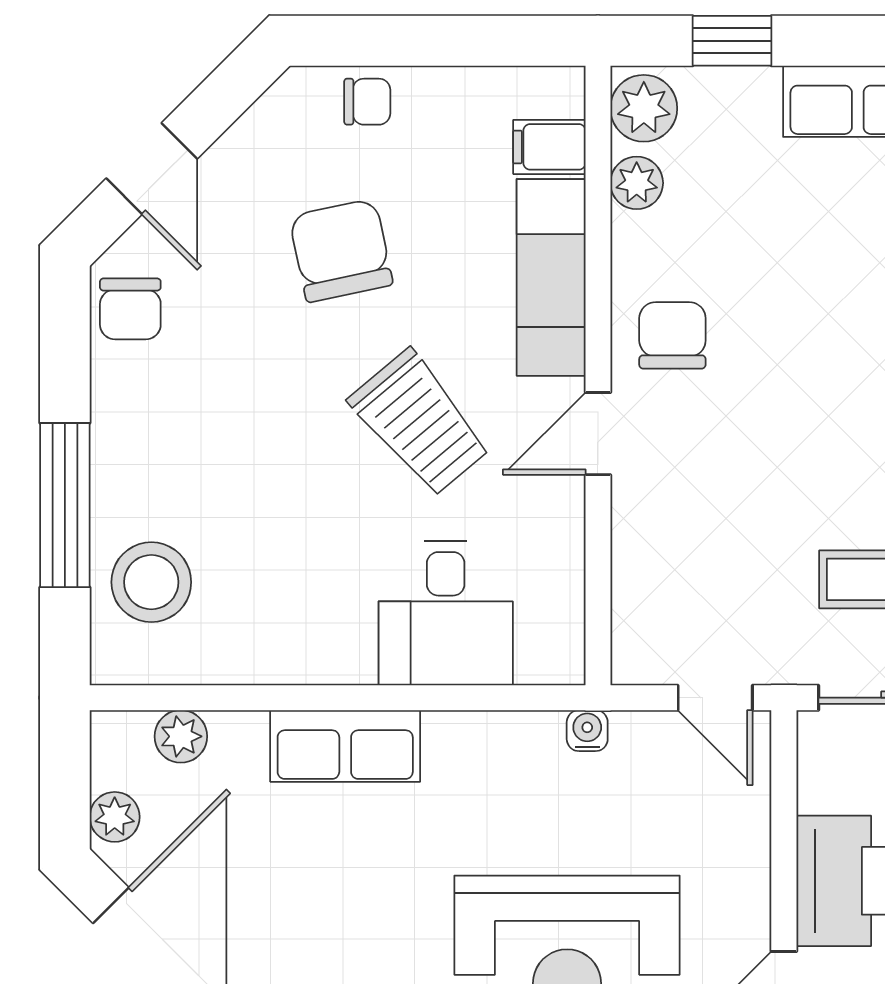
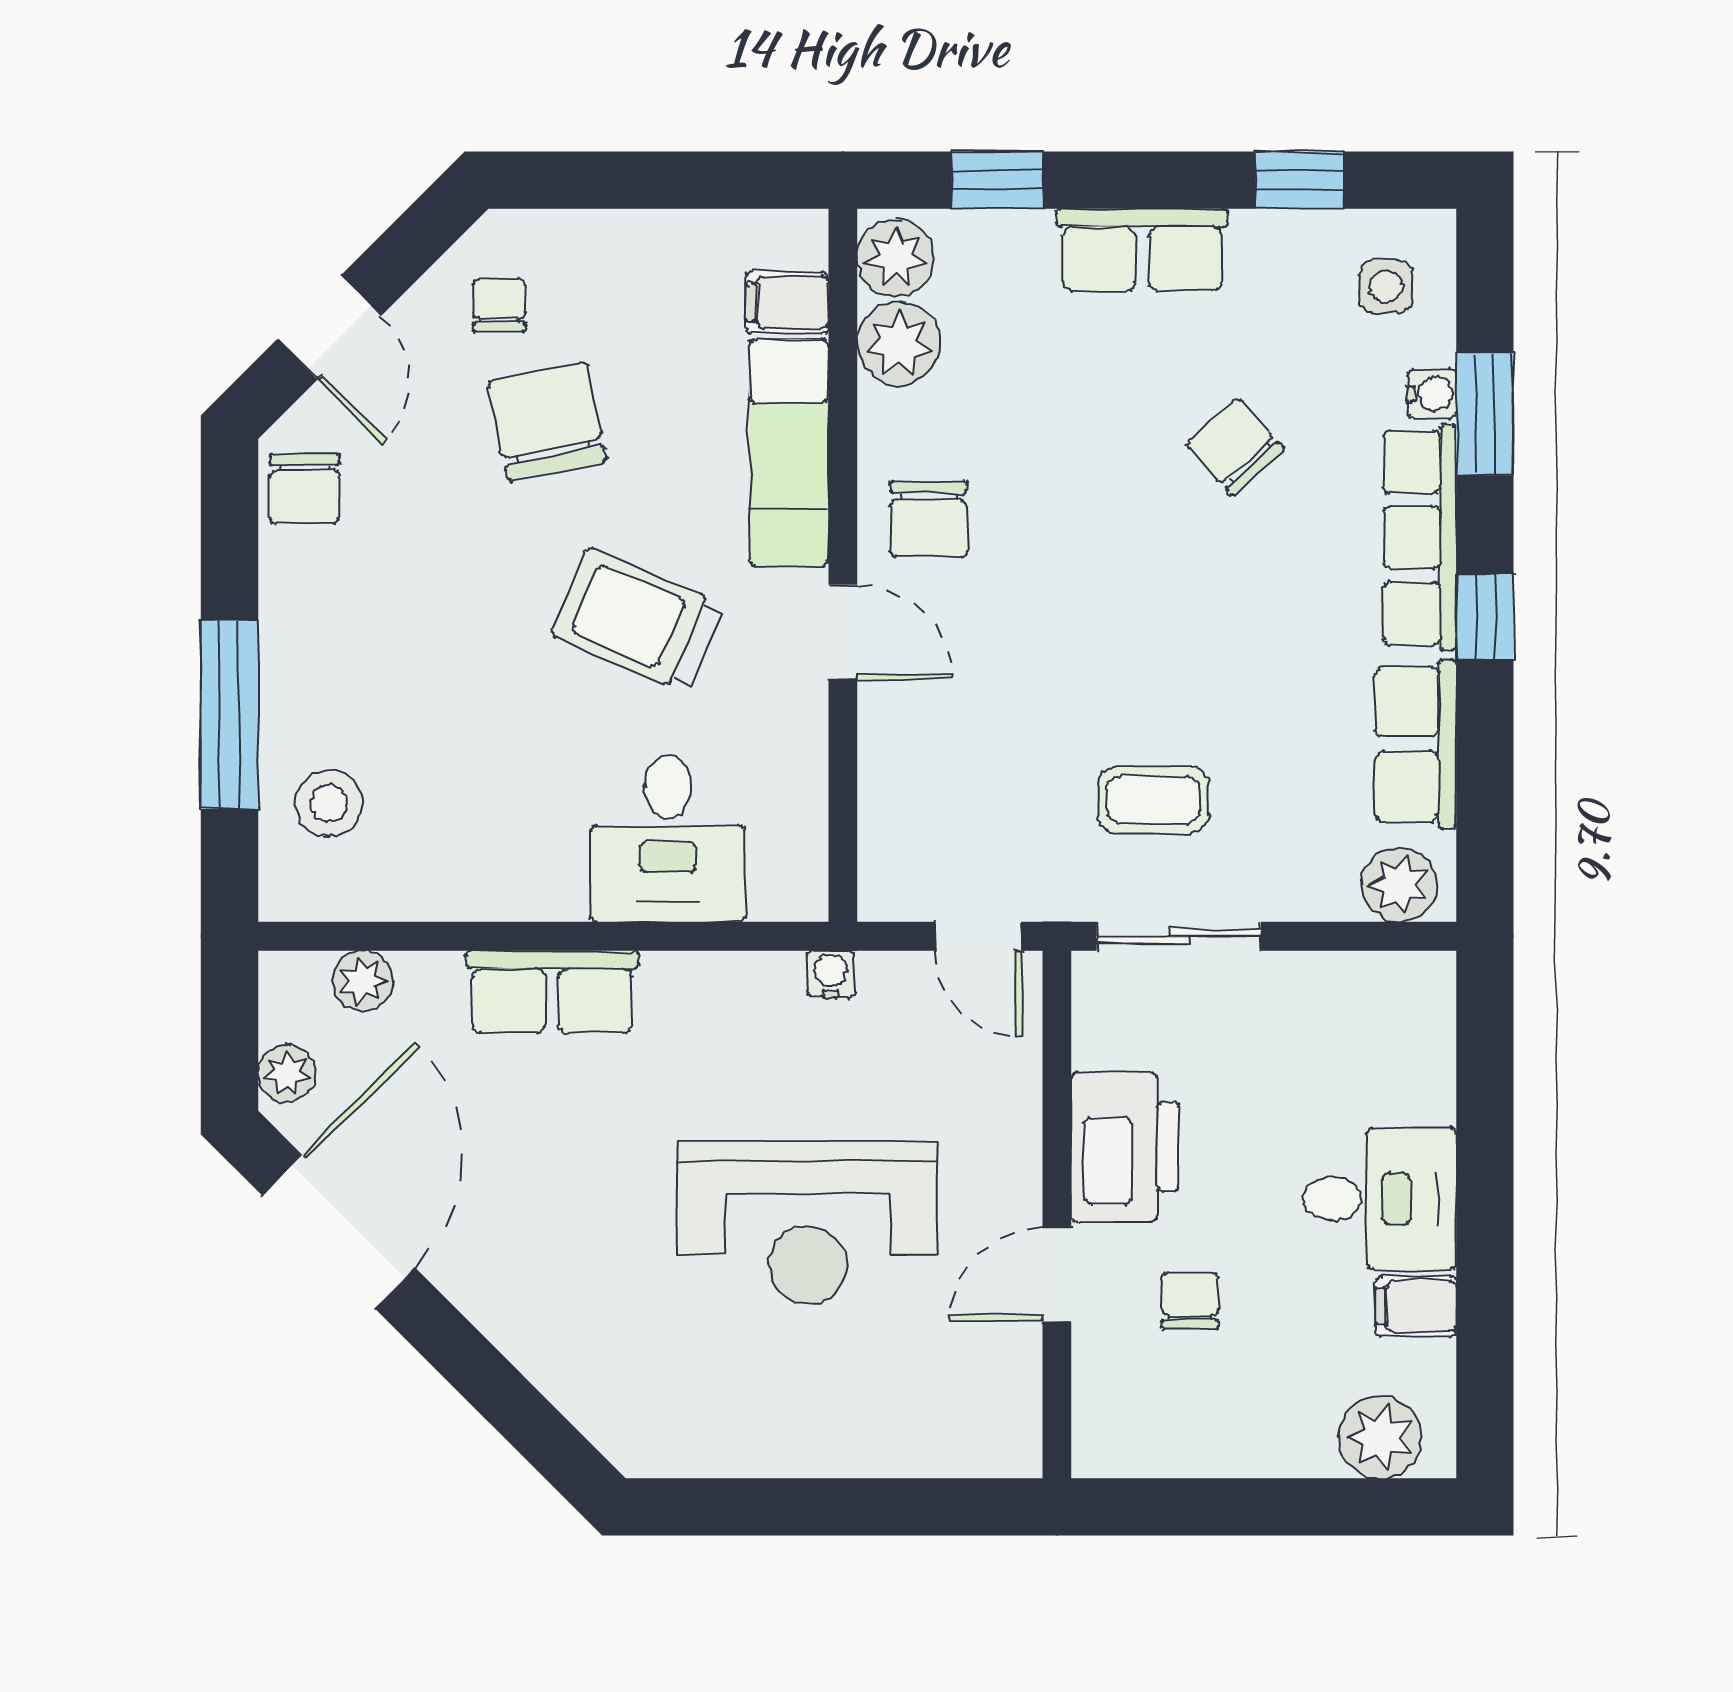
chair: (367, 102) -> (499, 305), moved, turned -90
plant: (637, 183) -> (899, 344), width x1.38, depth x1.38
chair: (672, 335) -> (929, 519), turned 180
trolley: (420, 423) -> (638, 620), turned 153
door: (598, 434) -> (843, 632), swing flipped
stool: (151, 582) -> (329, 803), width x0.73, depth x0.73

